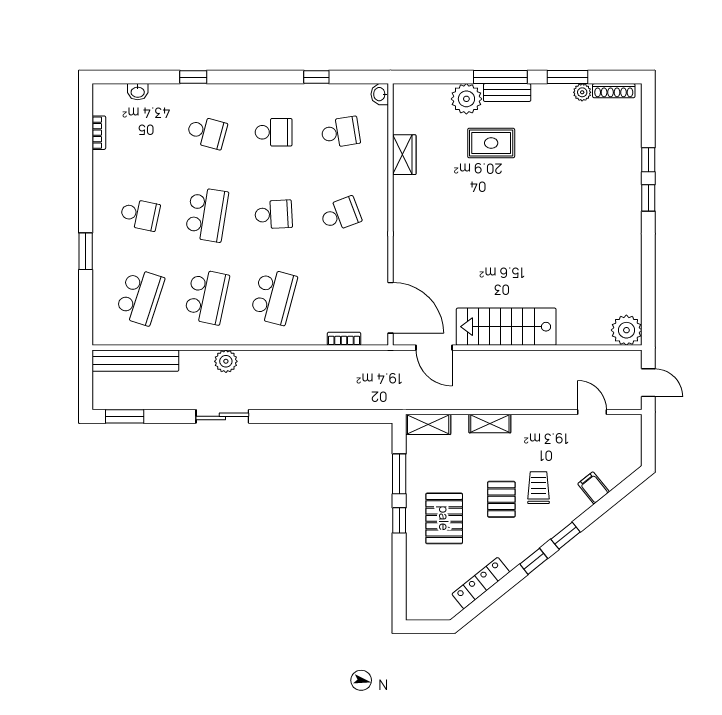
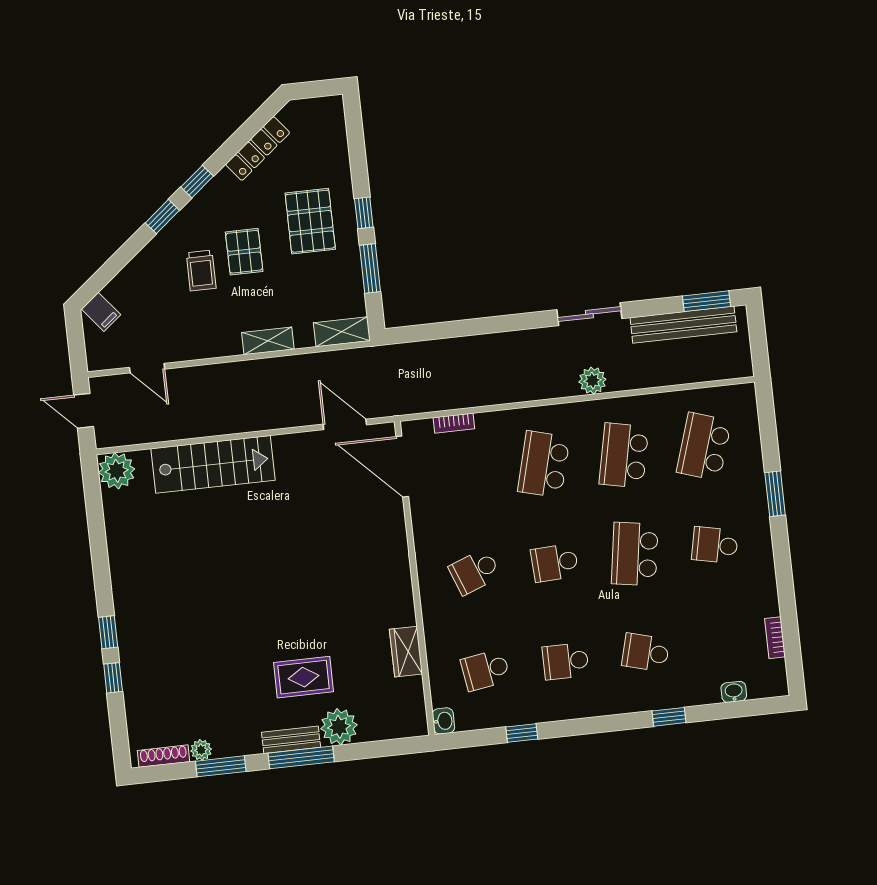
stairs: (506, 327) -> (213, 464), moved
bench: (135, 361) -> (683, 325), moved
filing cabinet: (593, 488) -> (101, 312), moved

